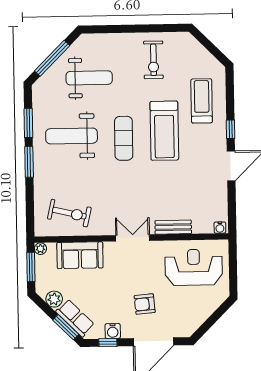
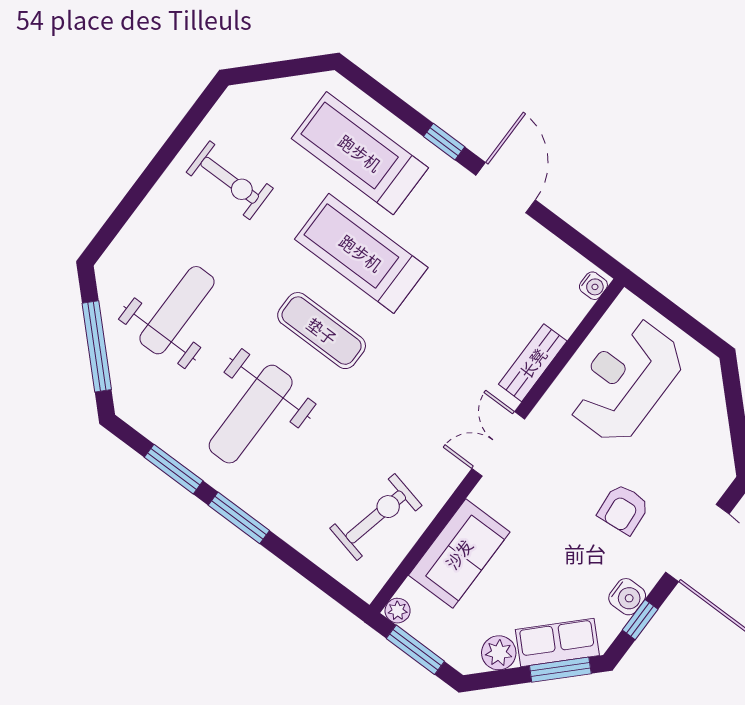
treadmill: (202, 101) -> (360, 153), width x1.37, depth x1.38
treadmill: (164, 131) -> (361, 253), turned 180

